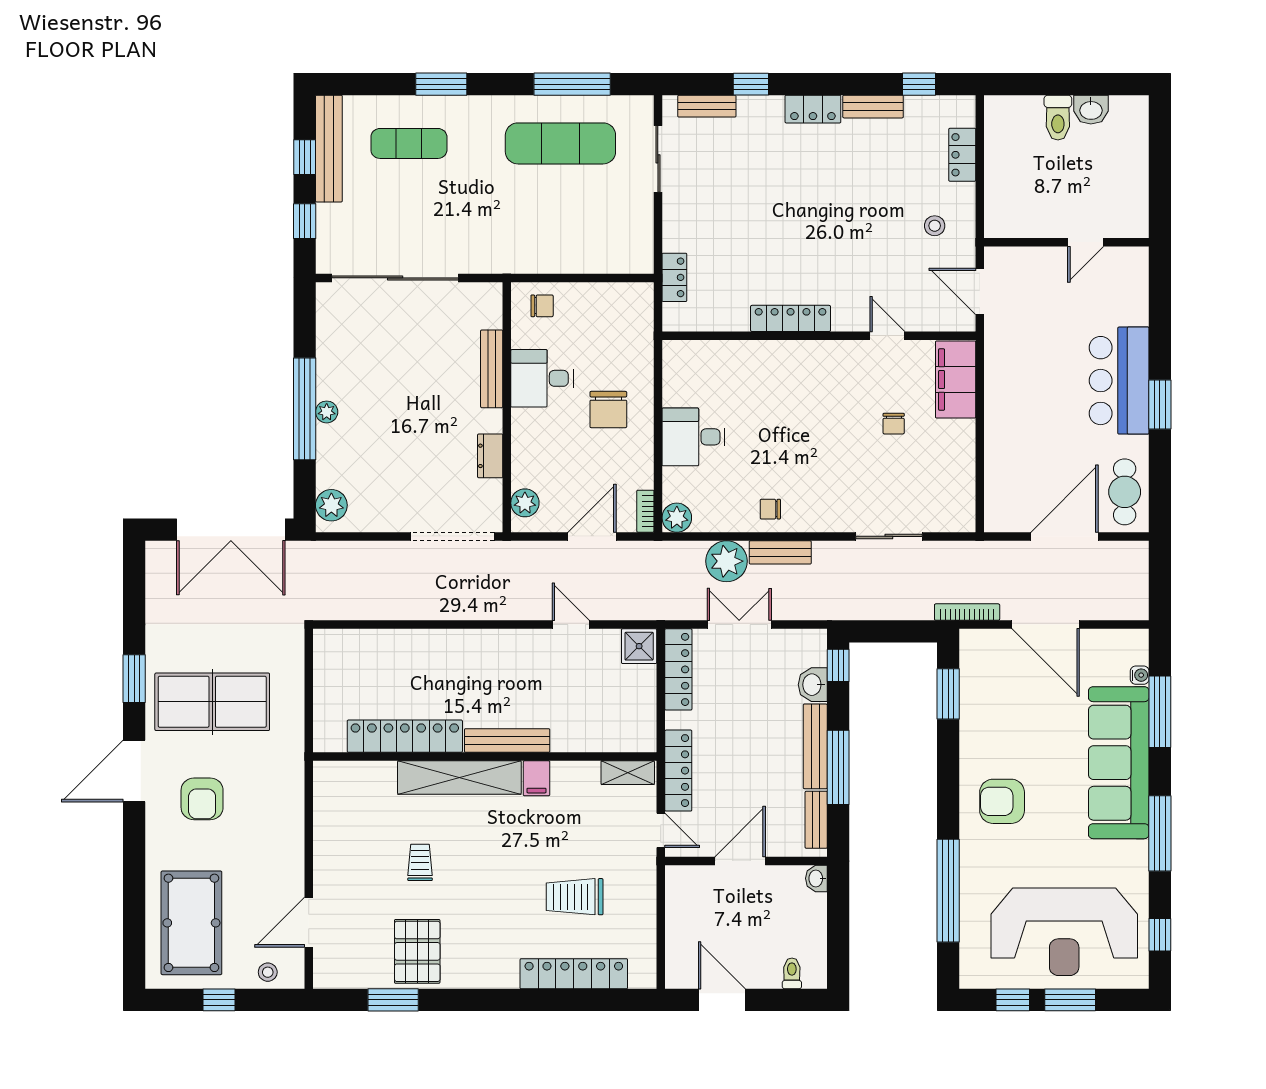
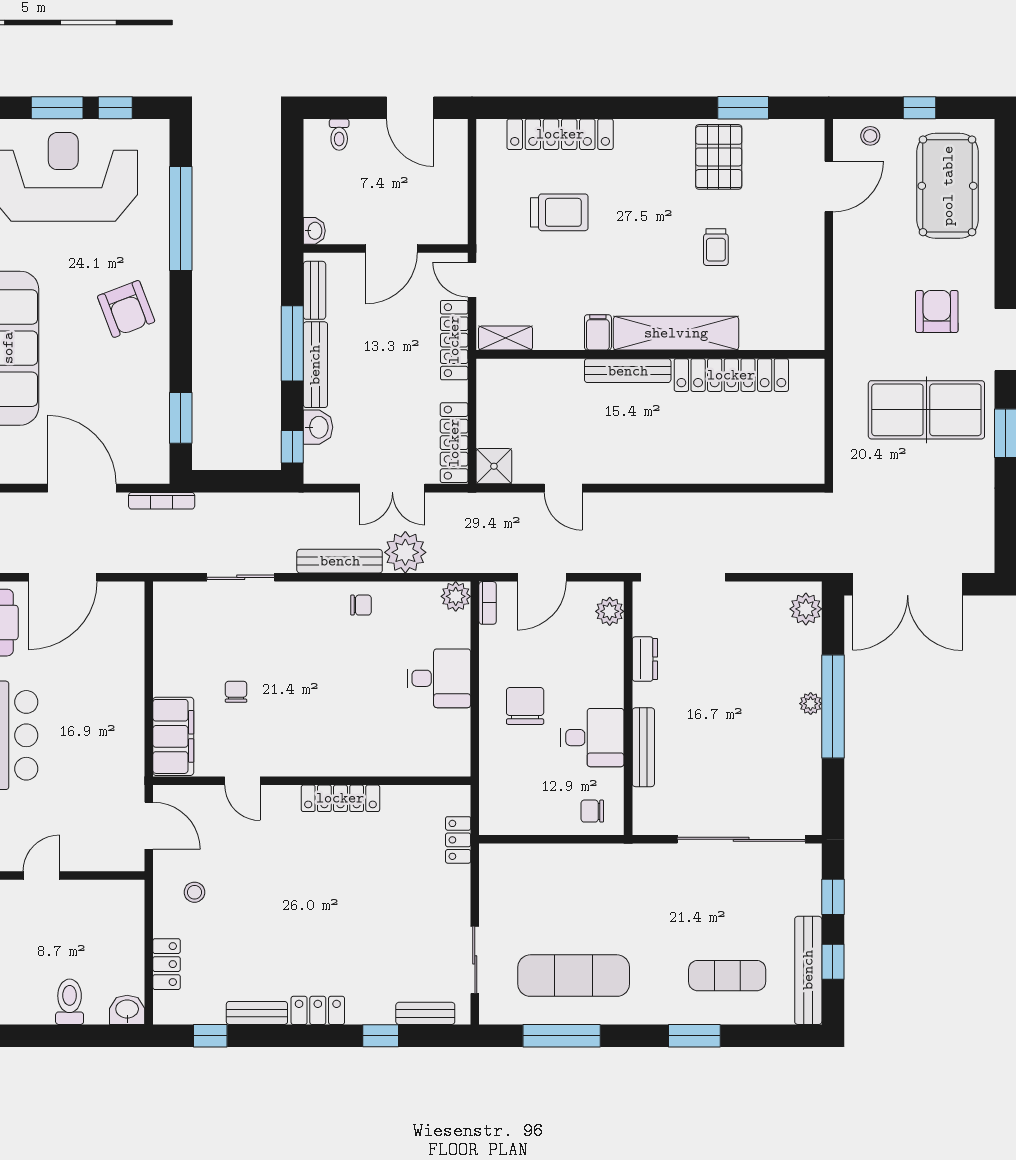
washbasin: (1091, 110) -> (127, 1010), moved
double door: (231, 530) -> (908, 584), swing flipped
bench: (780, 552) -> (340, 561), width x1.36
armchair: (1002, 801) -> (126, 309), turned 69

